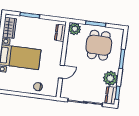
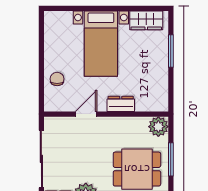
dresser: (60, 33) -> (121, 104), moved
door: (61, 72) -> (86, 114), swing flipped

